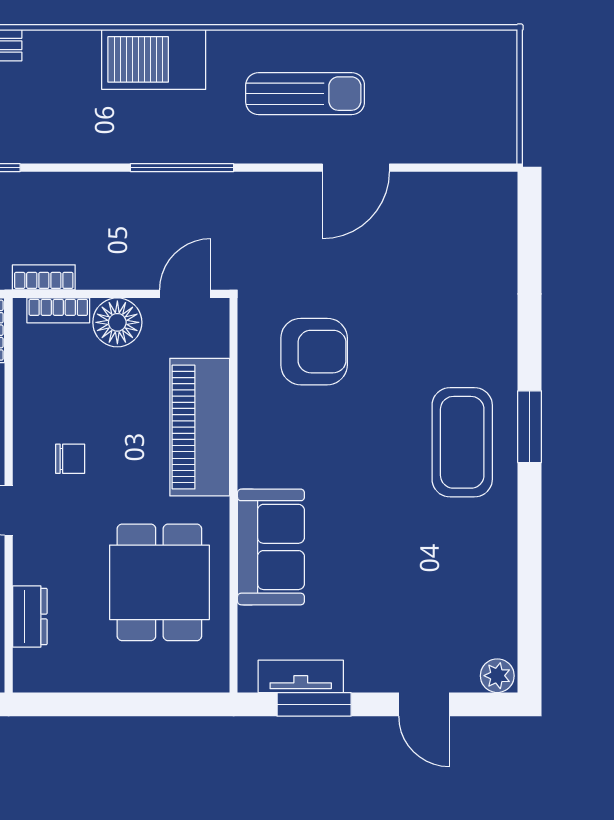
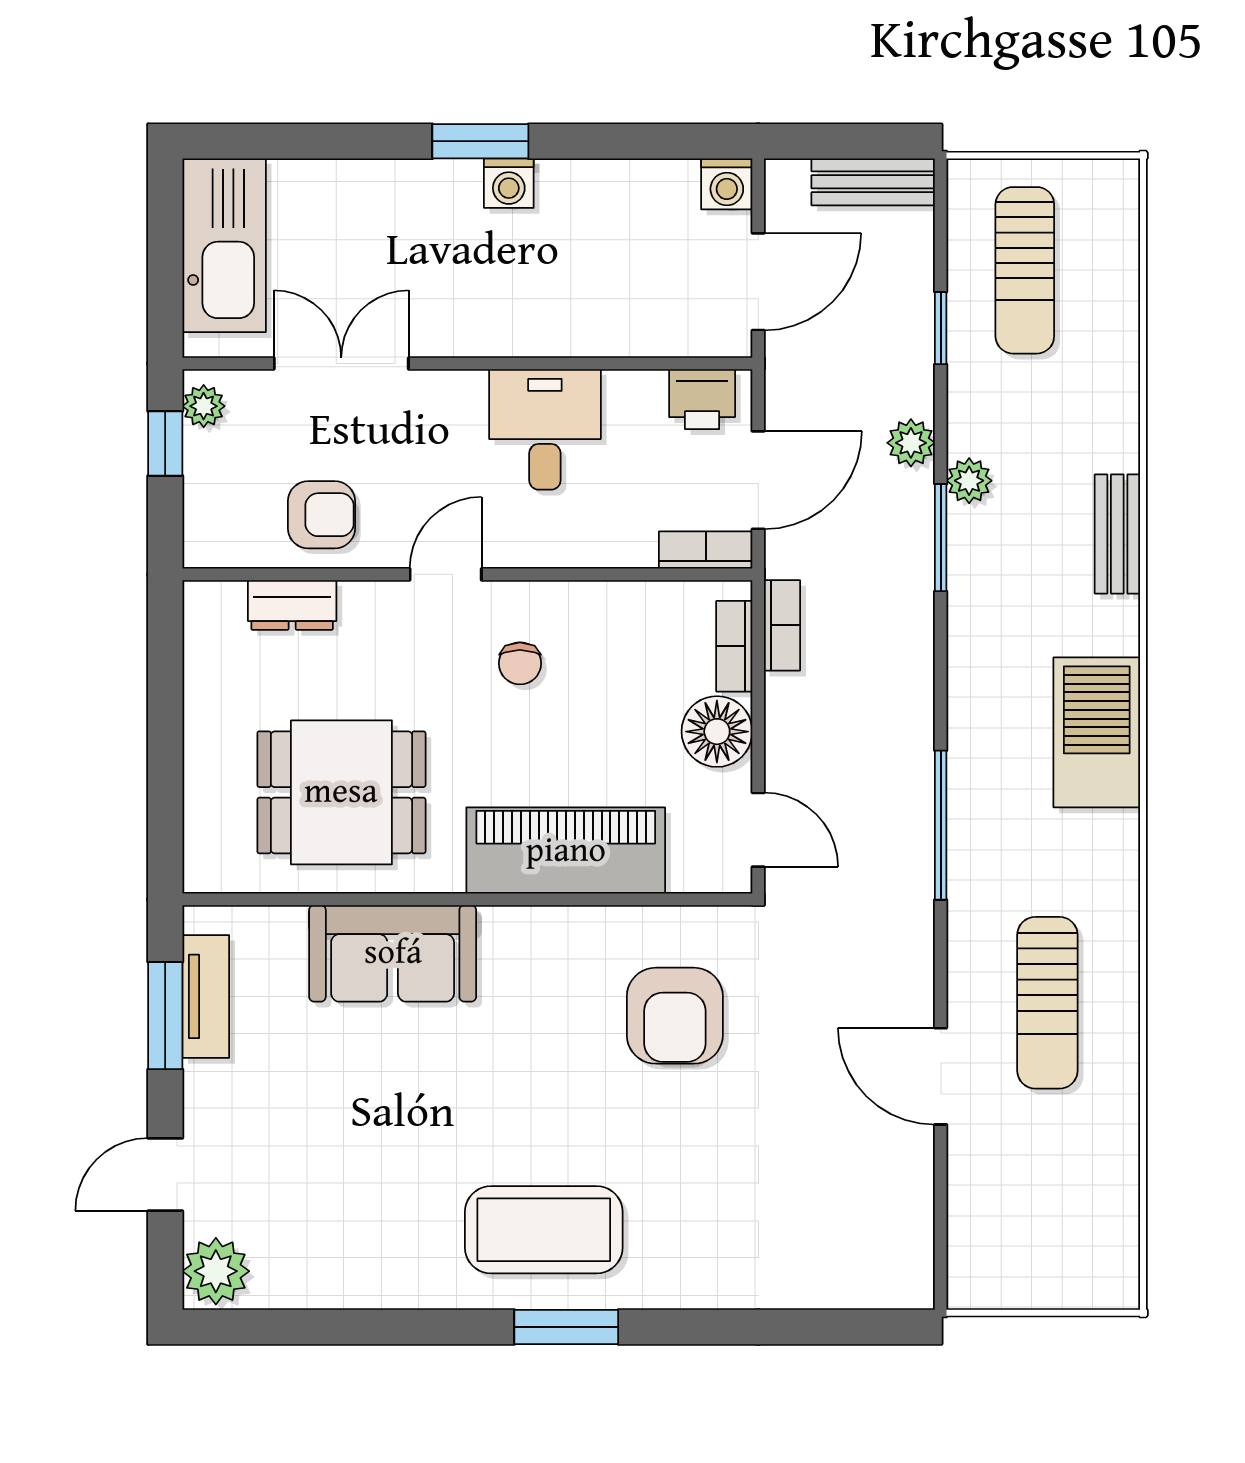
barbecue: (154, 59) -> (1097, 732), moved
plant: (497, 676) -> (216, 1271), width x1.38, depth x1.38

